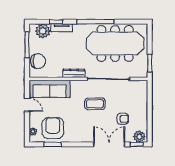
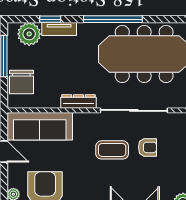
chair: (38, 61) -> (21, 82), turned 90
armchair: (123, 119) -> (147, 147), moved

